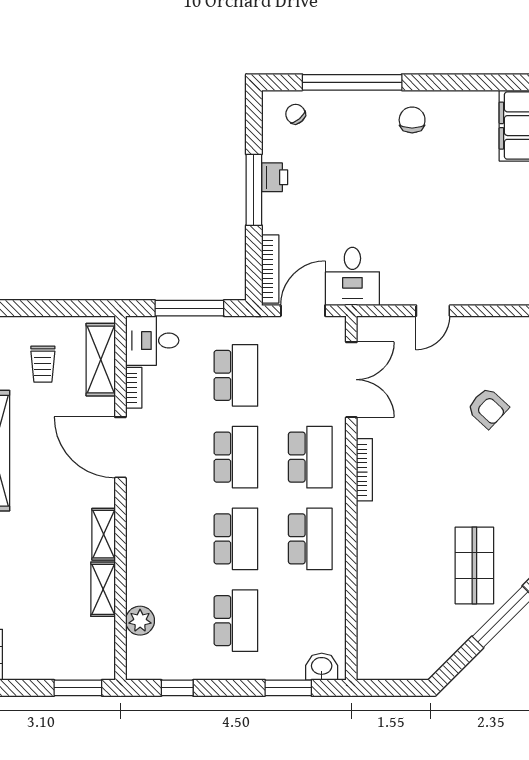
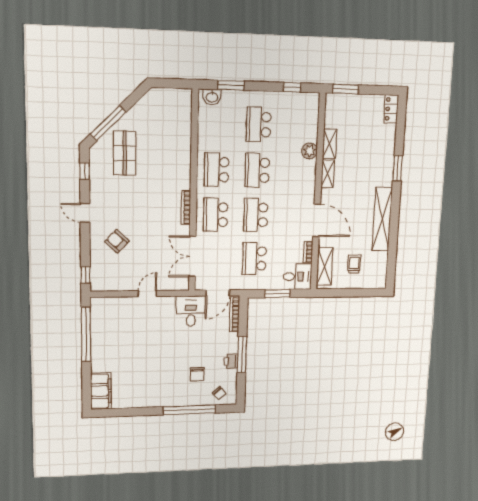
chair: (412, 120) -> (197, 374), moved
window: (189, 308) -> (278, 294), width x0.69
plant: (140, 621) -> (309, 151), moved

